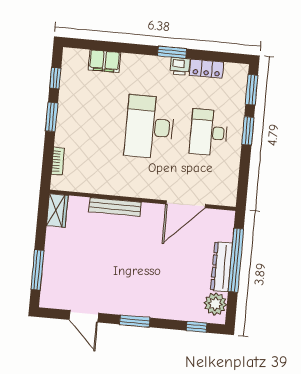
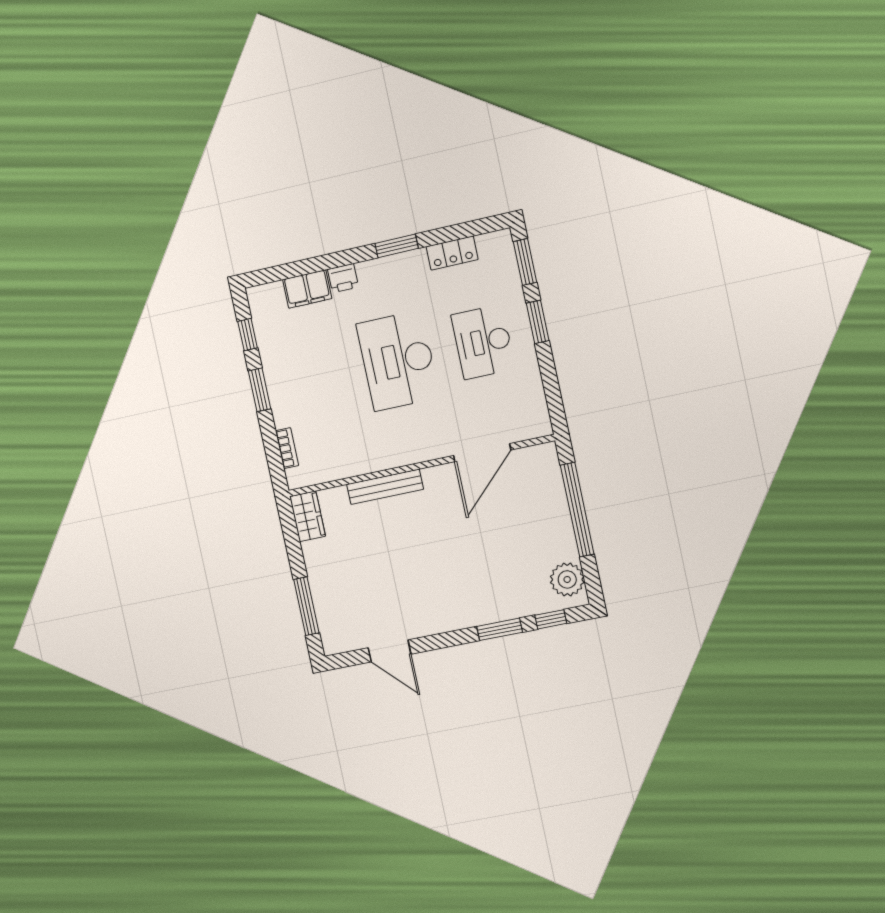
printer: (180, 66) -> (343, 278), moved
dresser: (222, 267) -> (560, 525), removed
window: (135, 321) -> (500, 629), moved

